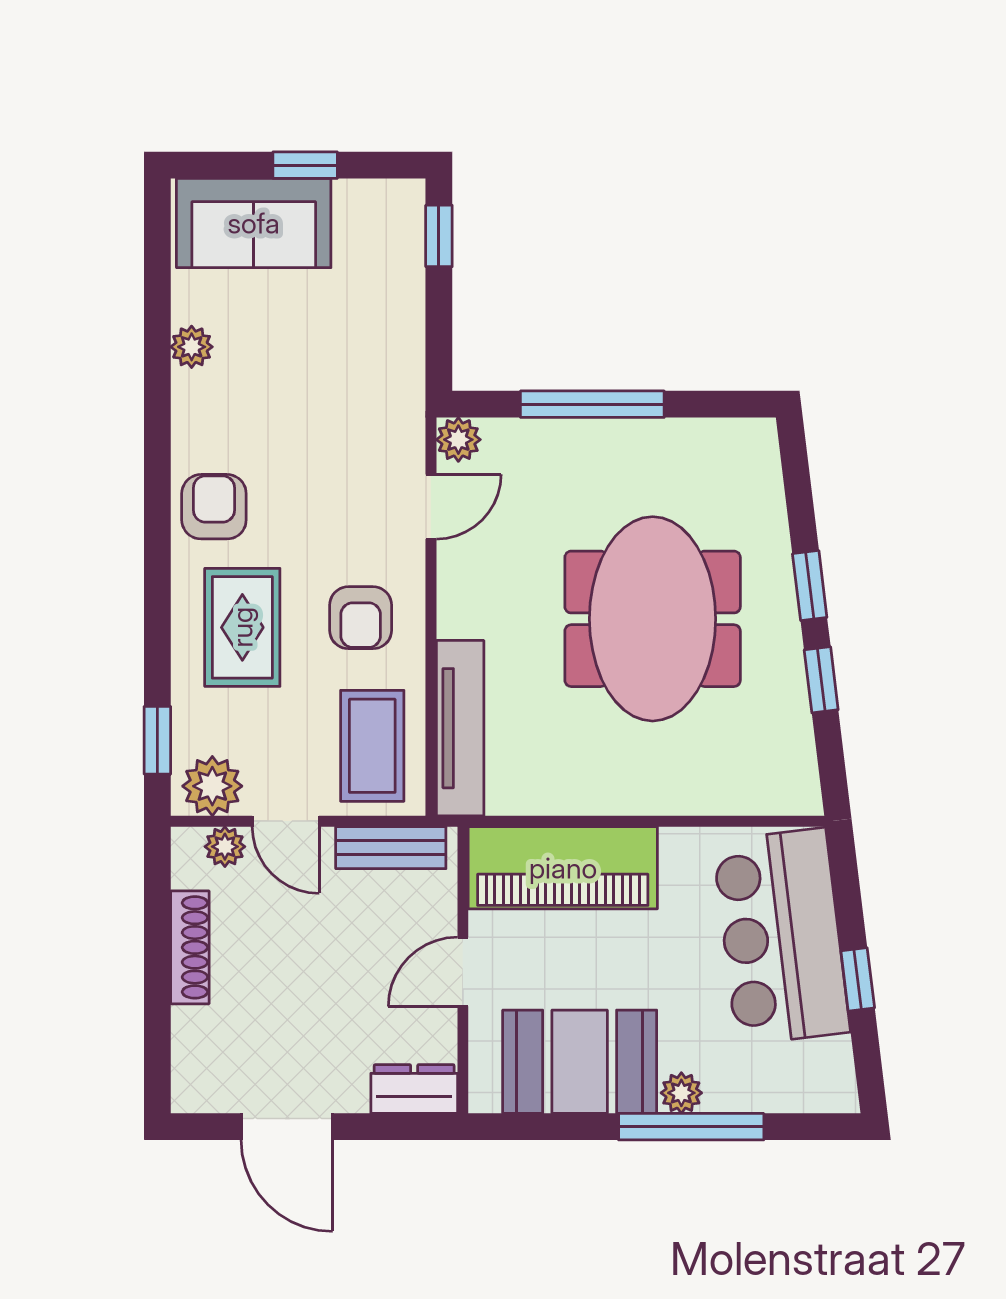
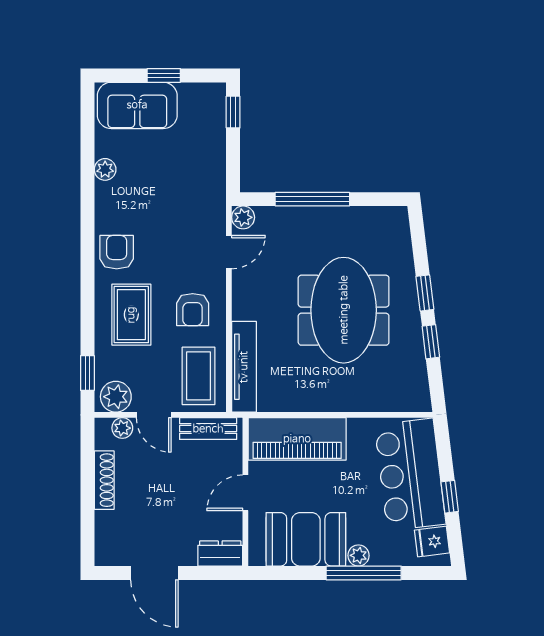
fridge: (823, 1066) -> (432, 542), added

